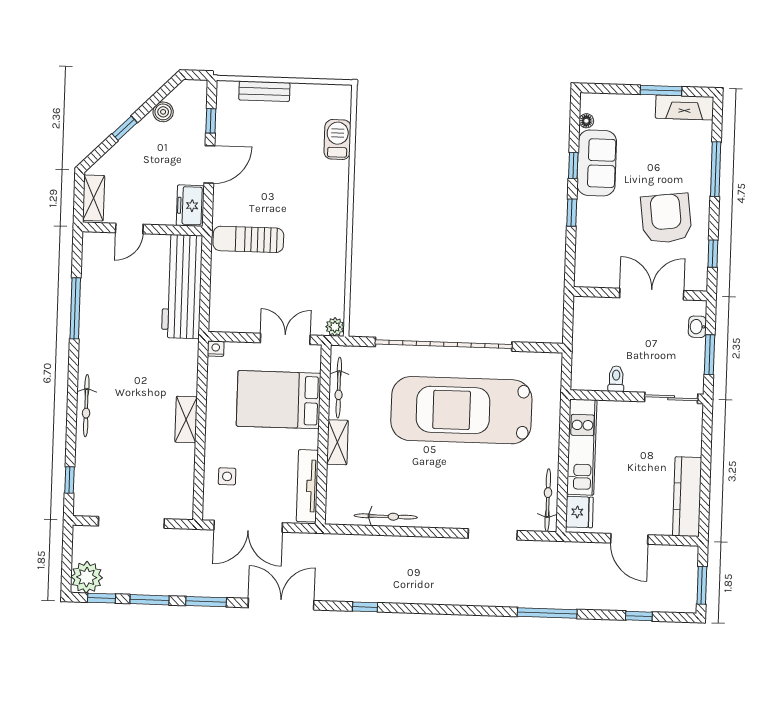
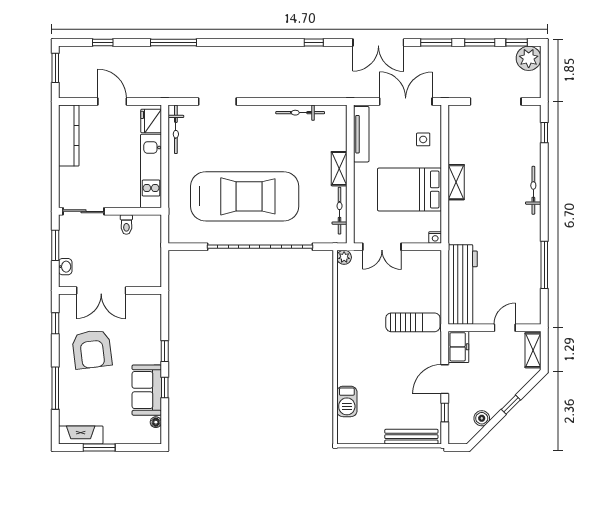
bench: (264, 91) -> (411, 437), width x1.36
bed: (279, 400) -> (410, 190), moved, turned 180

